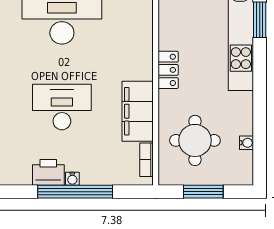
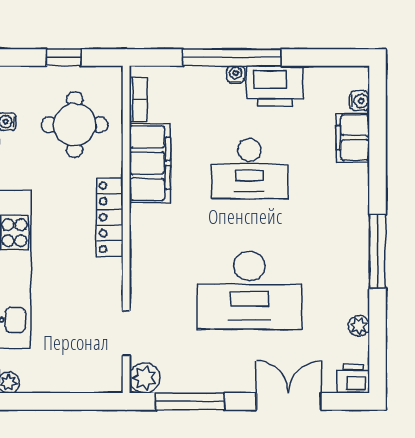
locker: (168, 70) -> (110, 217), width x1.53
printer: (48, 172) -> (275, 86), width x1.37, depth x1.19
window: (203, 192) -> (64, 57), width x0.67

